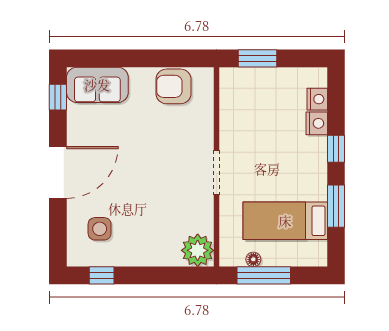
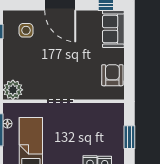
window: (258, 58) -> (129, 137), moved

